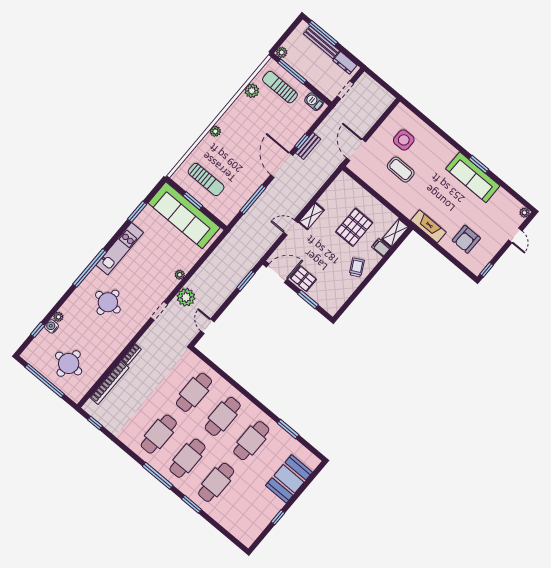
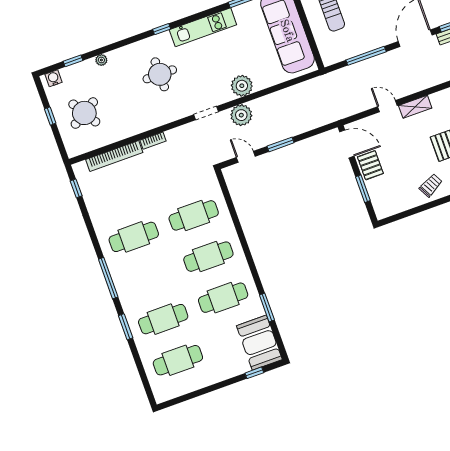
window: (193, 201) -> (305, 22), removed
window: (90, 268) -> (162, 29), width x0.32
plant: (180, 275) -> (242, 86), width x1.87, depth x1.87
window: (246, 281) -> (281, 144), moved
water cooler: (52, 326) -> (53, 78), moved
door: (207, 326) -> (246, 157), hinge flipped
round table: (69, 364) -> (84, 113), turned -32
window: (45, 381) -> (50, 116), width x0.32
cafe table: (187, 458) -> (178, 360), moved
booth: (289, 479) -> (259, 343), moved, turned 90
window: (278, 517) -> (254, 373), moved

